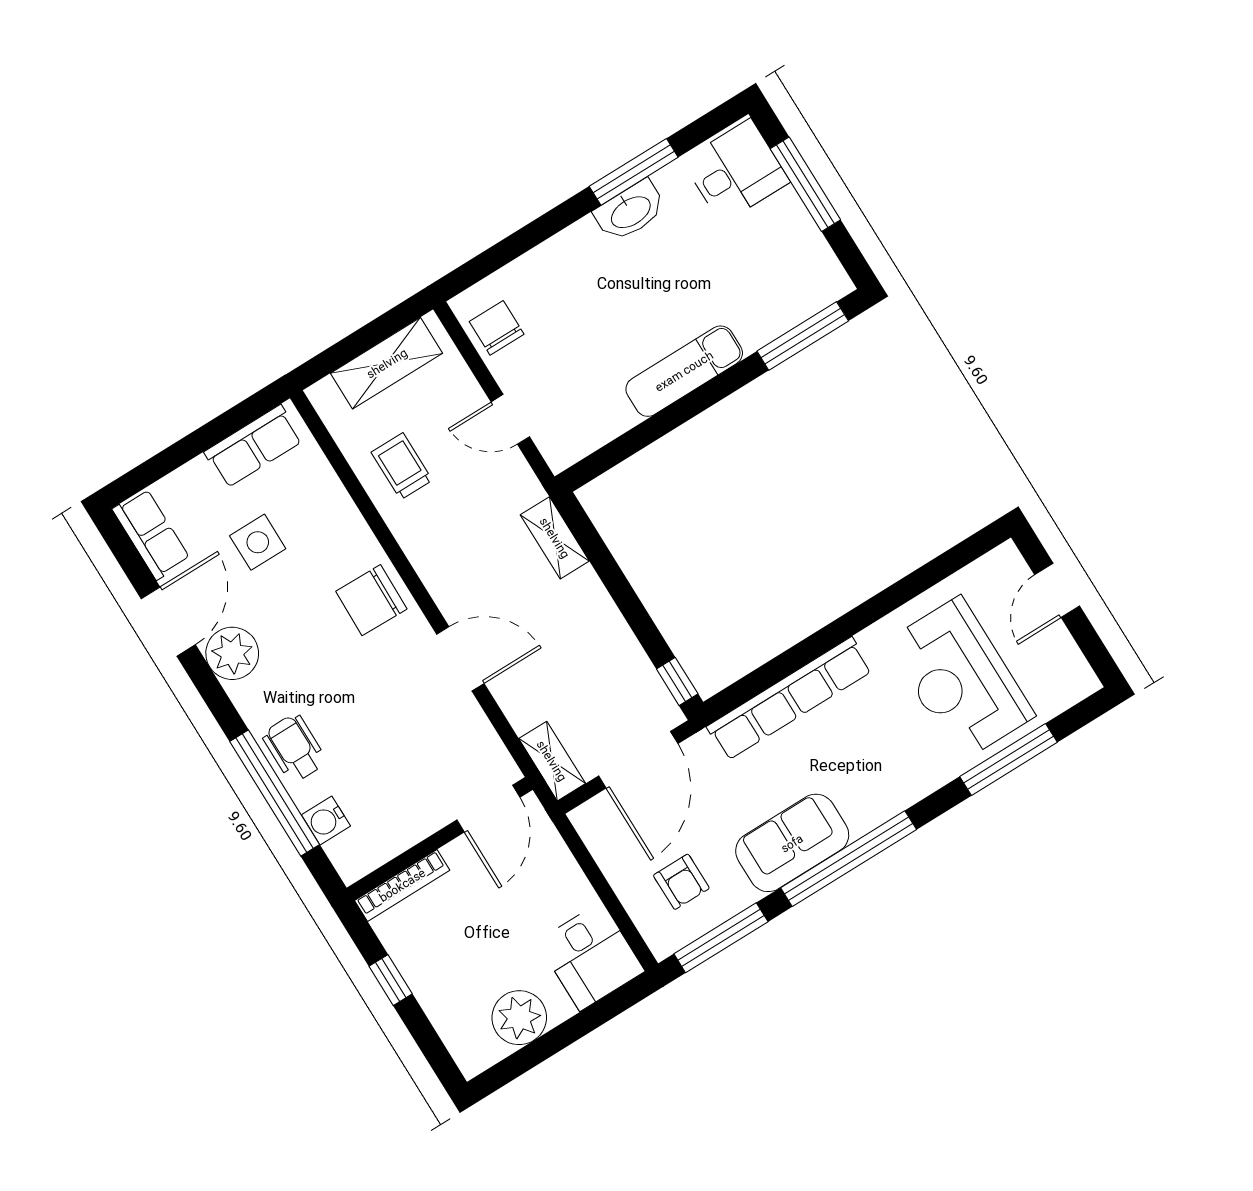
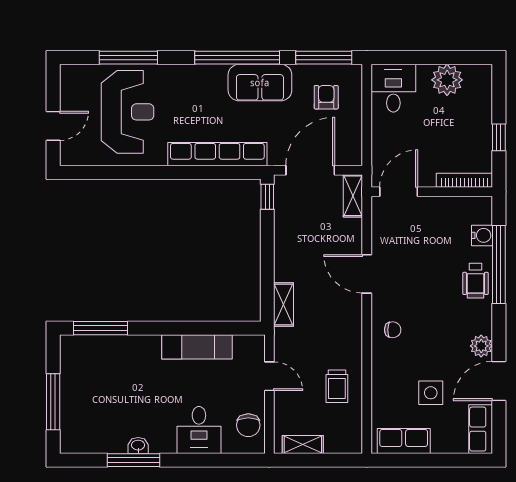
desk: (736, 171) -> (199, 430), moved, turned -90
washbasin: (630, 211) -> (138, 446), width x0.52, depth x0.69
shelving: (387, 363) -> (303, 444), width x0.67, depth x0.75
exam couch: (684, 371) -> (197, 347), moved
chair: (371, 600) -> (393, 330), width x0.54, depth x0.54
plant: (232, 653) -> (481, 346), width x0.73, depth x0.73

